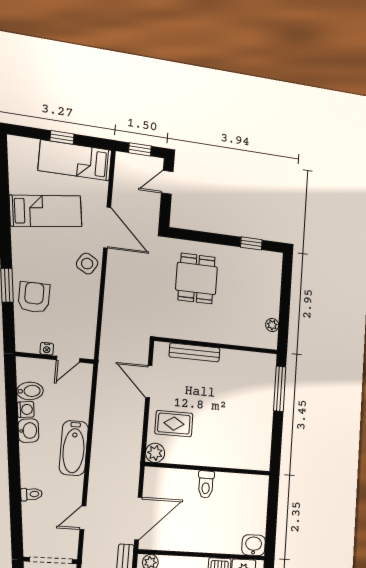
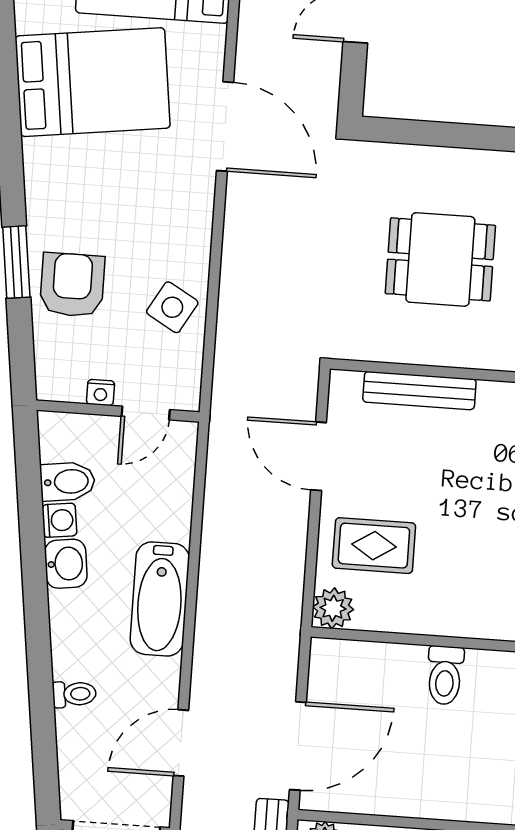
bed: (46, 211) -> (93, 82), width x1.50
side table: (87, 264) -> (172, 307), moved
dining table: (197, 278) -> (440, 259), moved, turned 90
door: (83, 518) -> (181, 743), width x1.38

